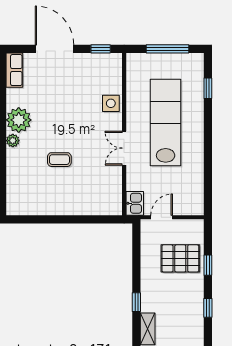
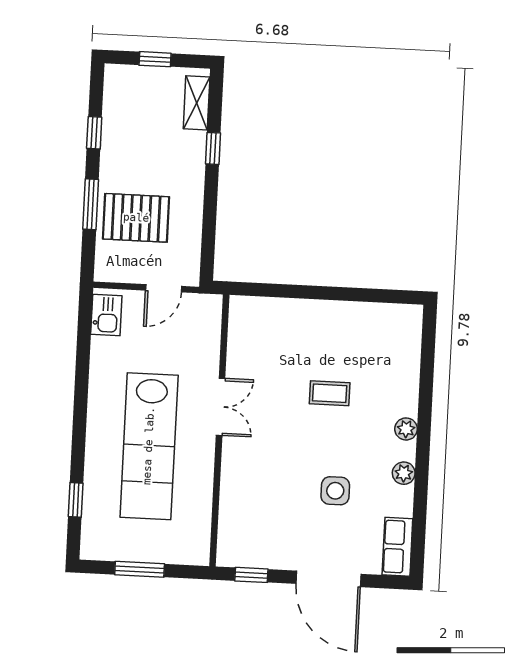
window: (168, 49) -> (140, 569), width x0.69
side table: (111, 103) -> (335, 491), moved
plant: (19, 120) -> (404, 473), width x0.53, depth x0.53
kitchen sink: (135, 203) -> (106, 315), moved, turned 180
window: (208, 265) -> (91, 204), width x1.50

